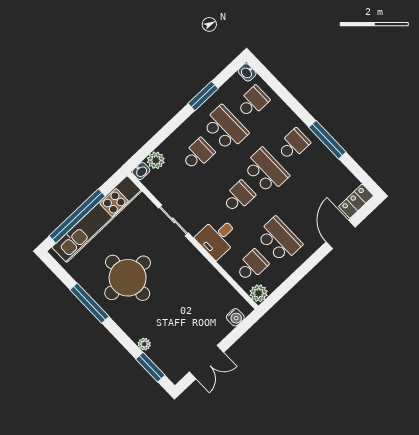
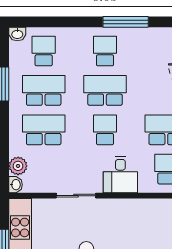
school desk: (198, 154) -> (44, 130), width x1.85

